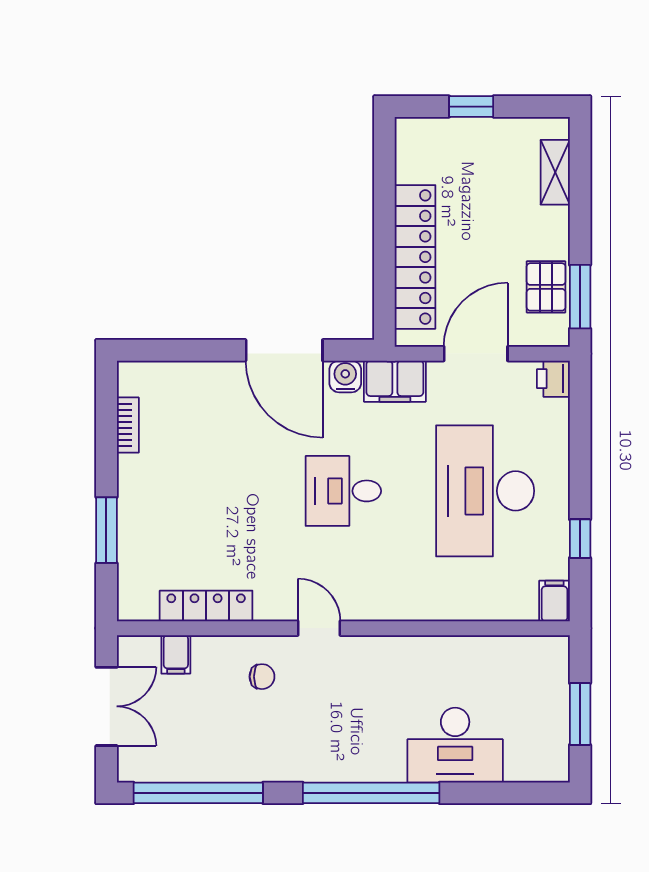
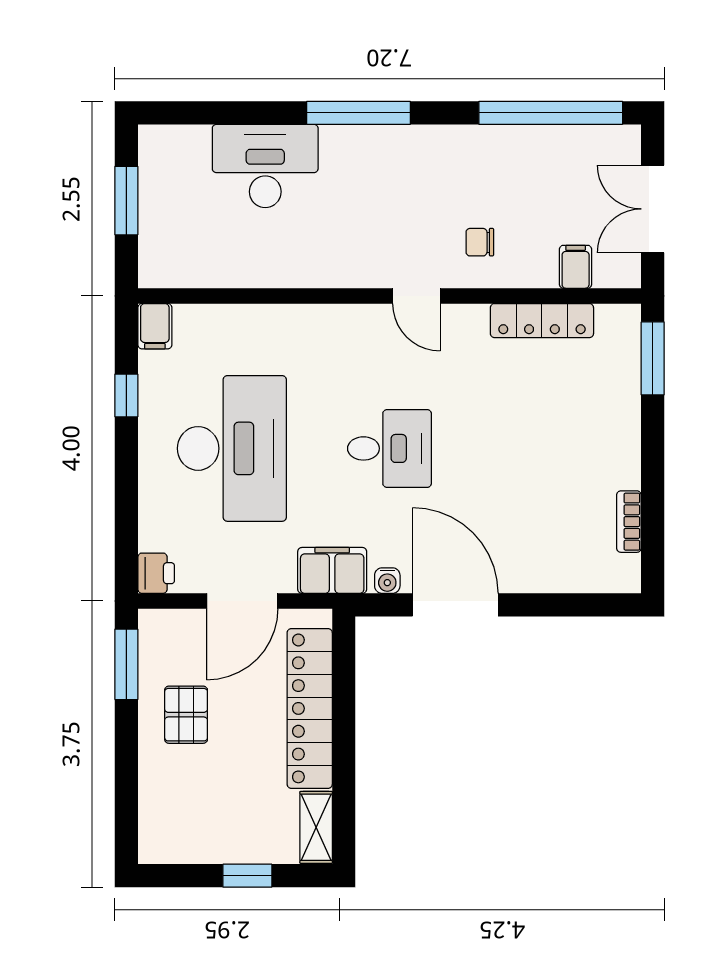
shelving: (555, 172) -> (316, 827), moved
pallet: (546, 287) -> (186, 715), moved
water cooler: (345, 376) -> (387, 581), width x0.72, depth x0.72
window: (106, 530) -> (653, 358), moved
window: (371, 793) -> (359, 113), width x0.68

